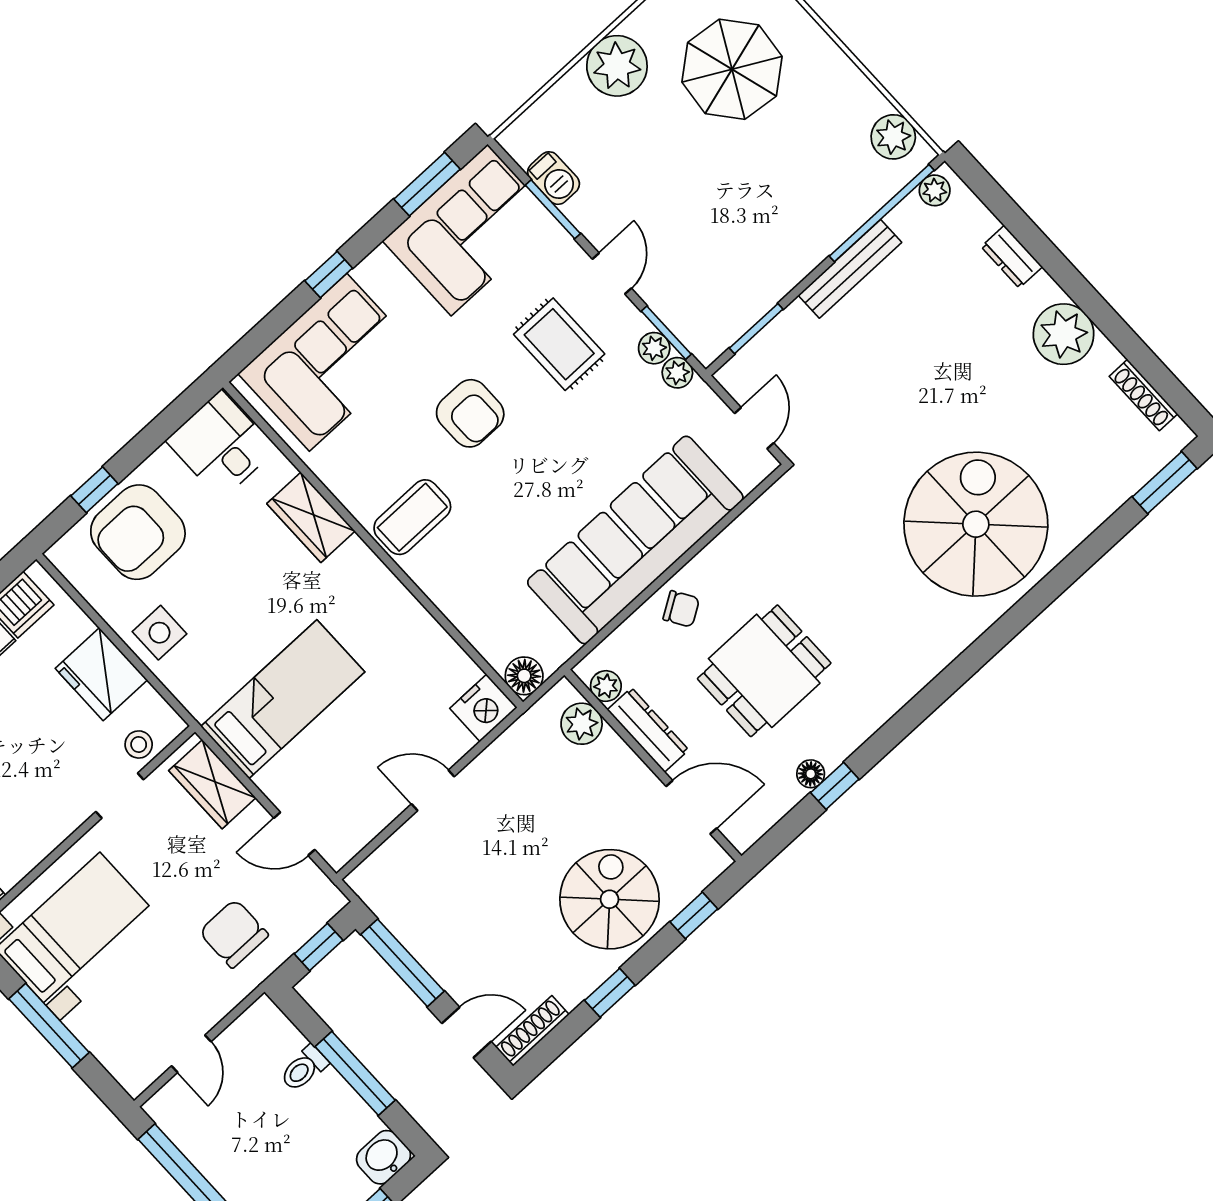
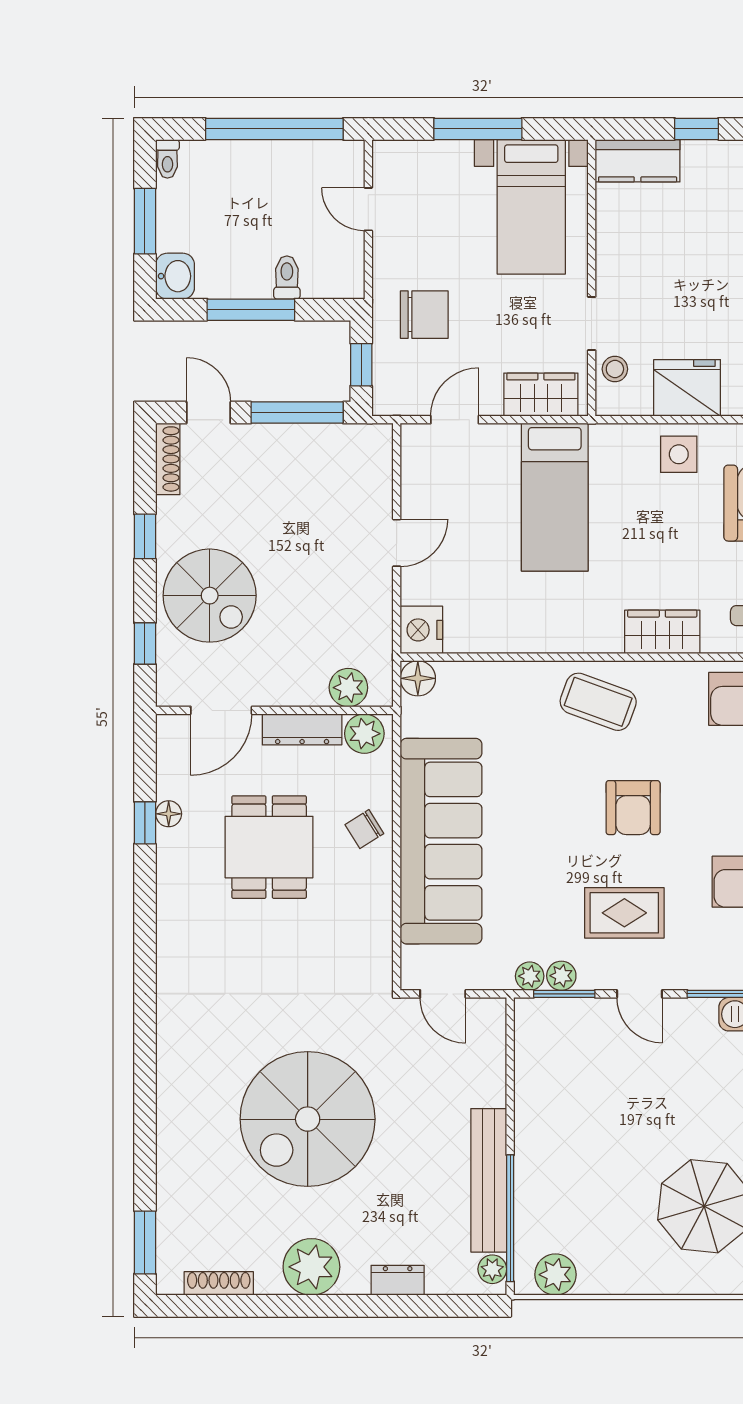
bench: (850, 269) -> (489, 1180), width x1.37, depth x1.21
window: (756, 329) -> (510, 1058), removed
armchair: (470, 413) -> (633, 808), turned -90
coffee table: (412, 517) -> (598, 702), turned -70
spiral stairs: (976, 524) -> (308, 1119), moved, turned 90
plant: (606, 686) -> (364, 734), width x1.38, depth x1.38
door: (467, 1032) -> (208, 413), swing flipped

